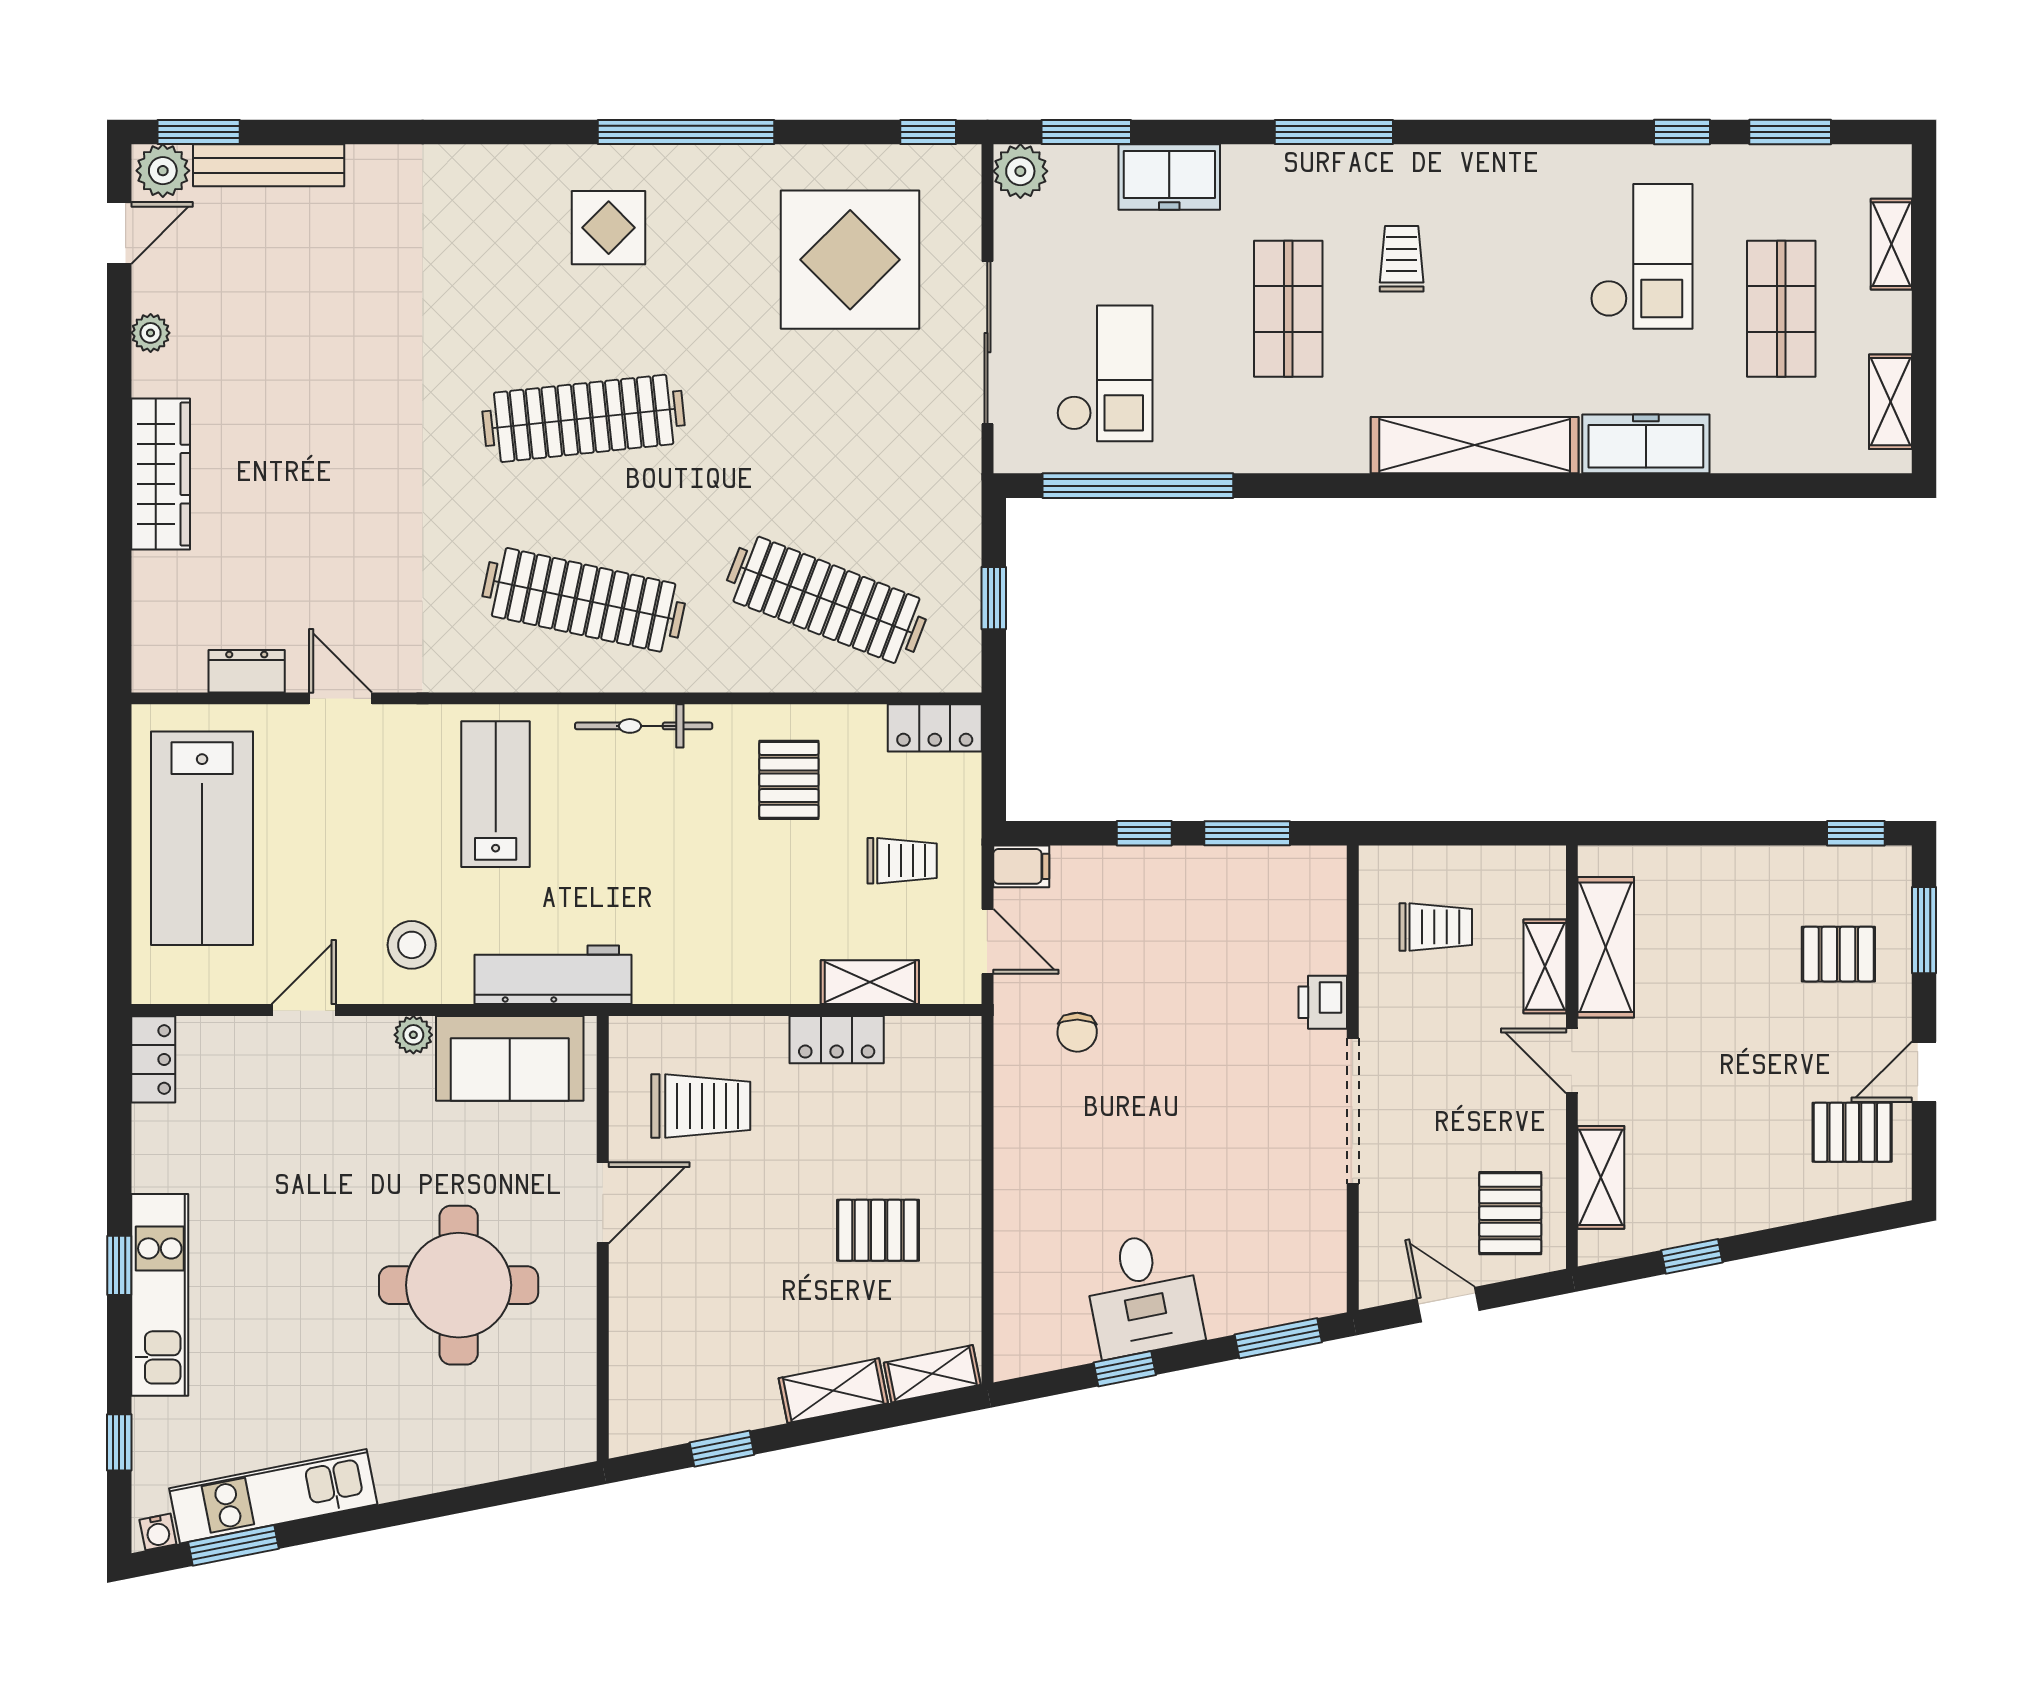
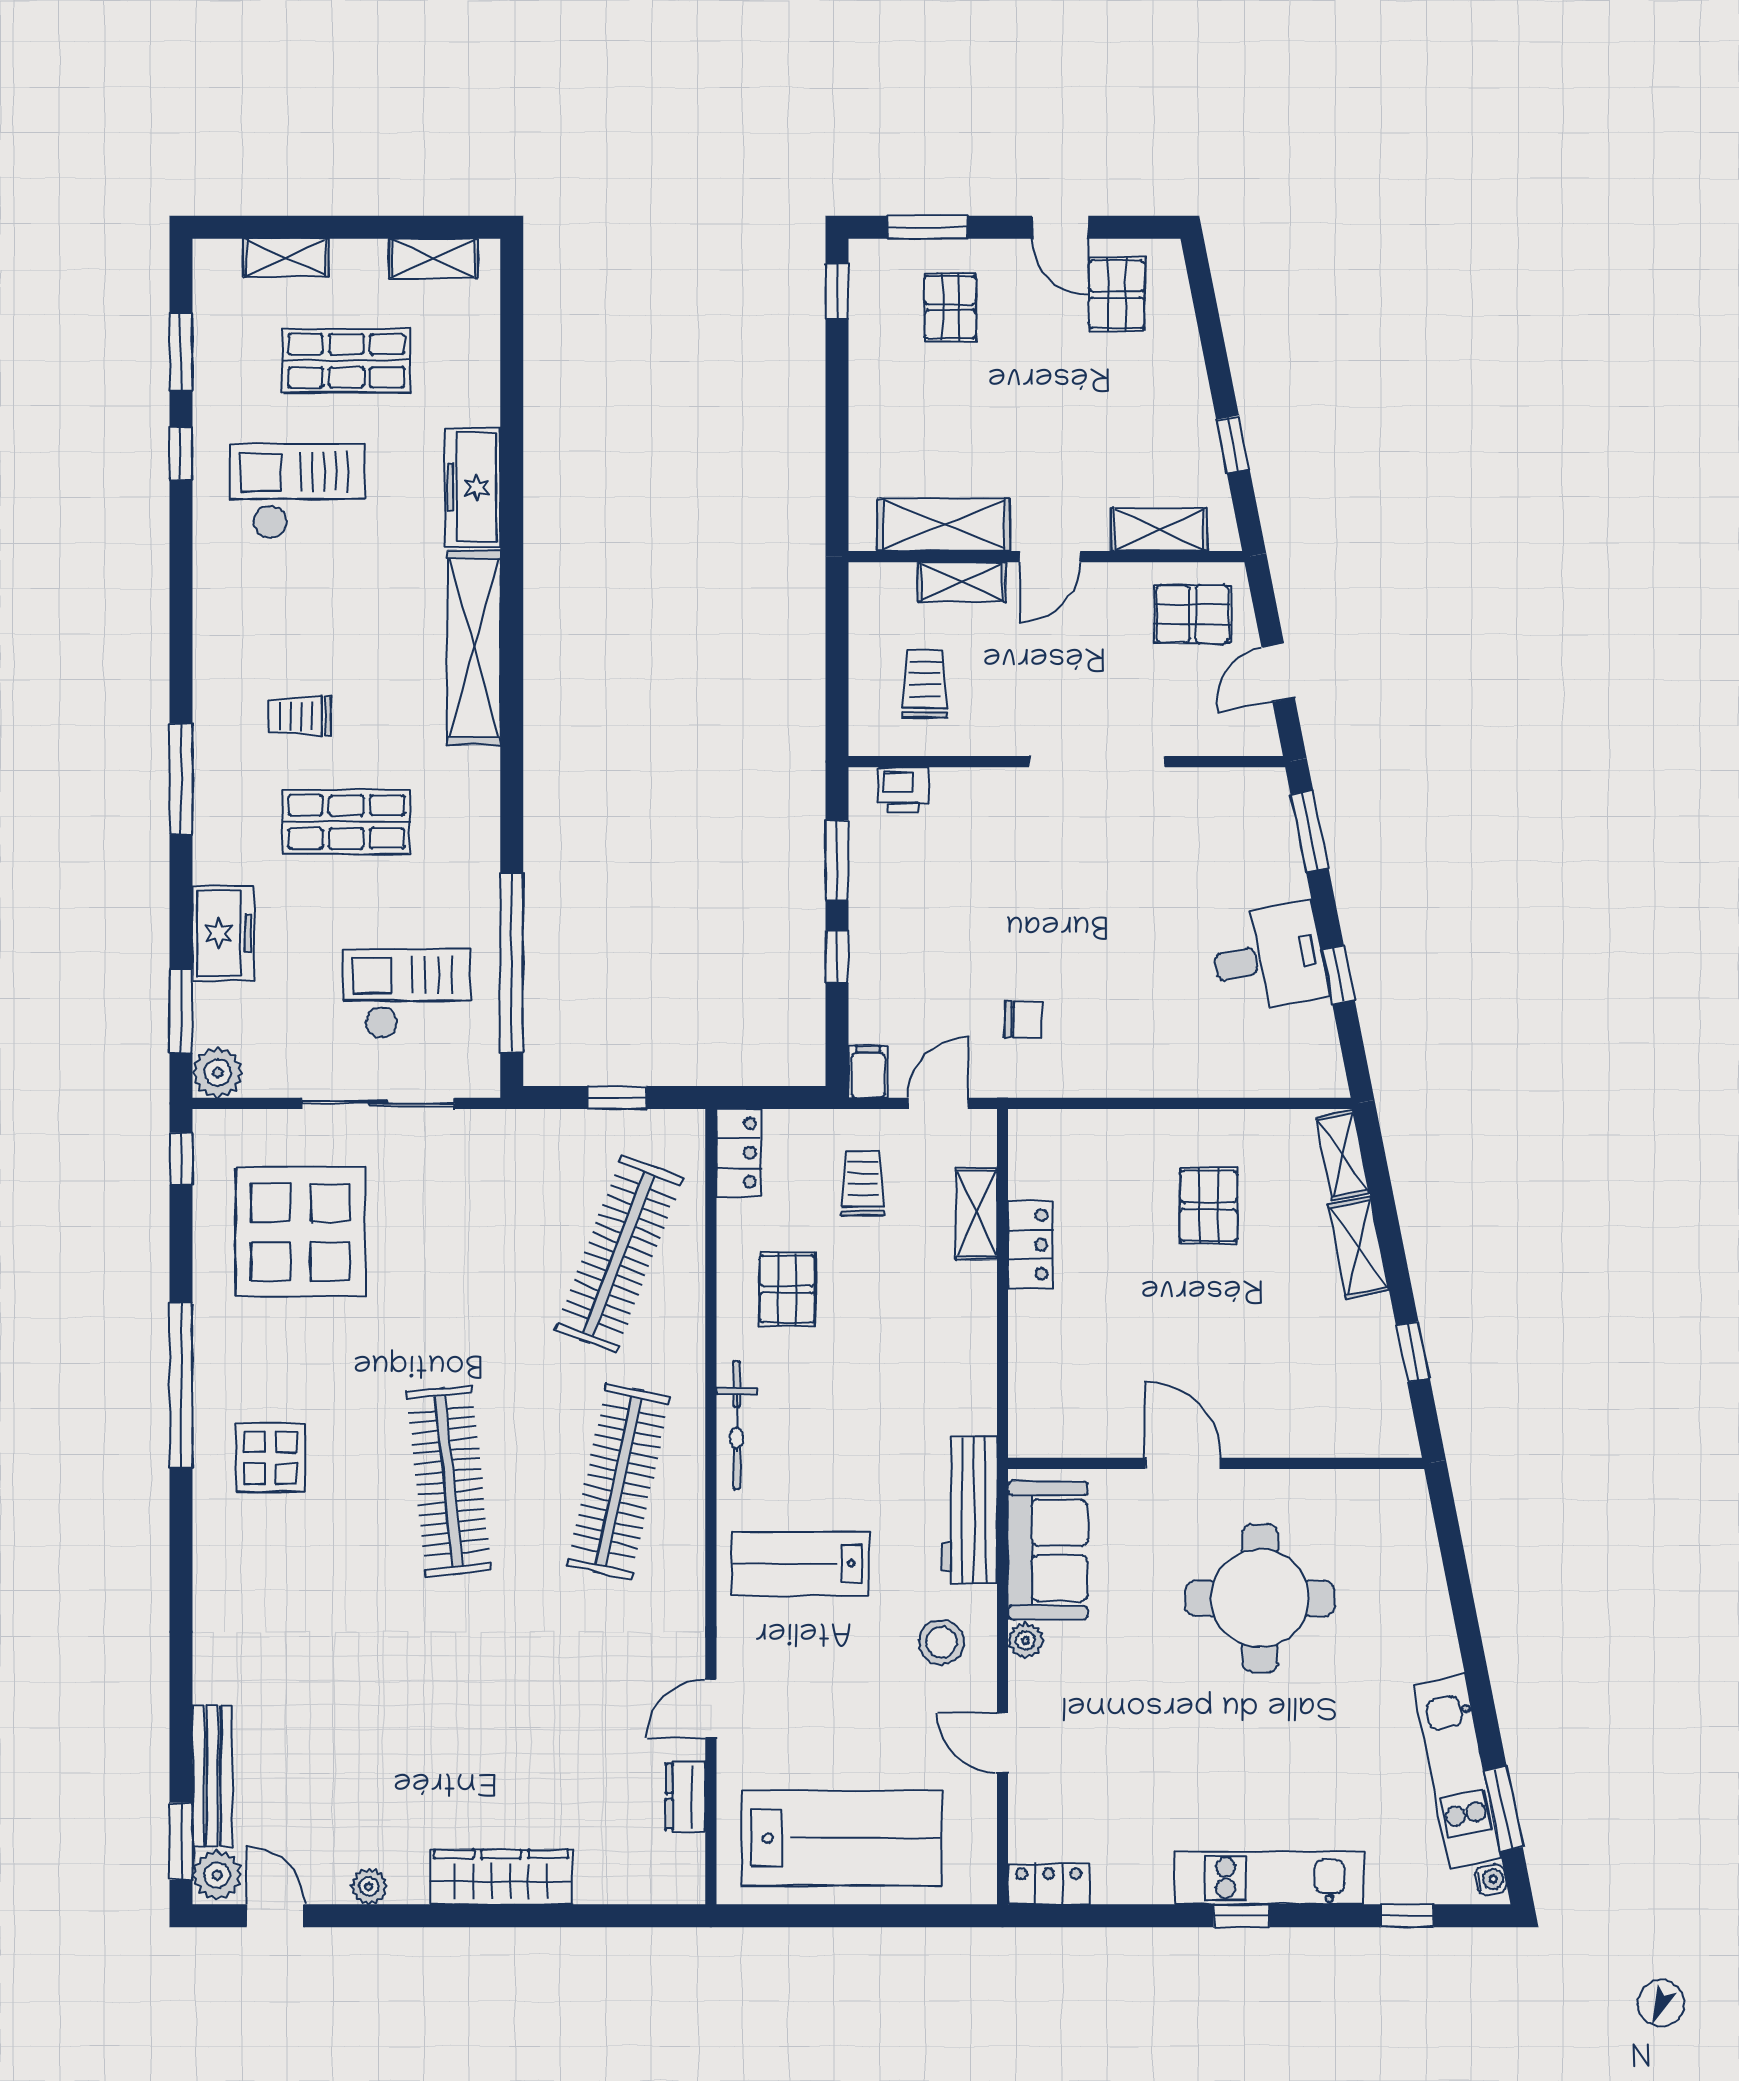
pallet: (789, 780) -> (787, 1289), turned 90
printer: (1323, 1002) -> (903, 790), moved
trolley: (701, 1106) -> (1092, 1372), removed

